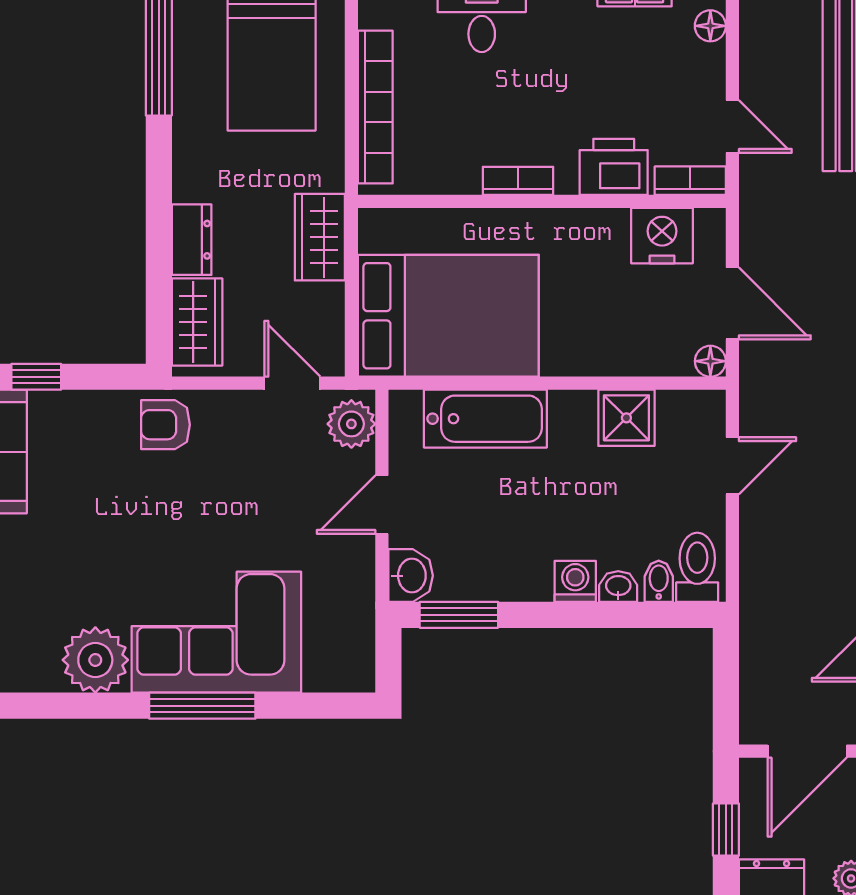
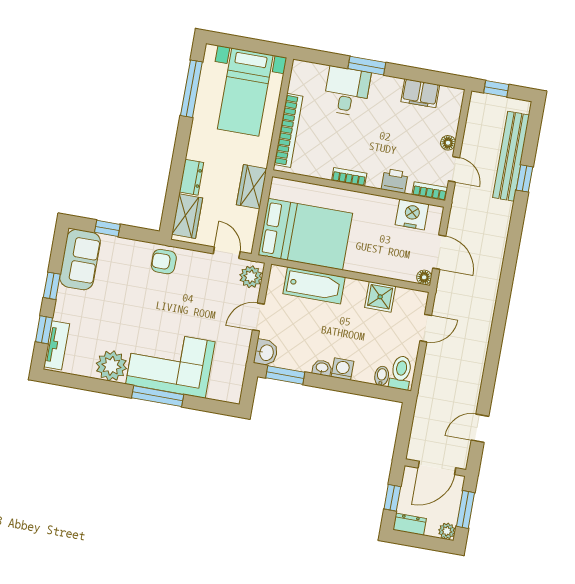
floor lamp: (710, 26) -> (448, 143), moved
printer: (614, 167) -> (395, 181), width x0.73, depth x0.81
washbasin: (618, 586) -> (322, 368), moved

